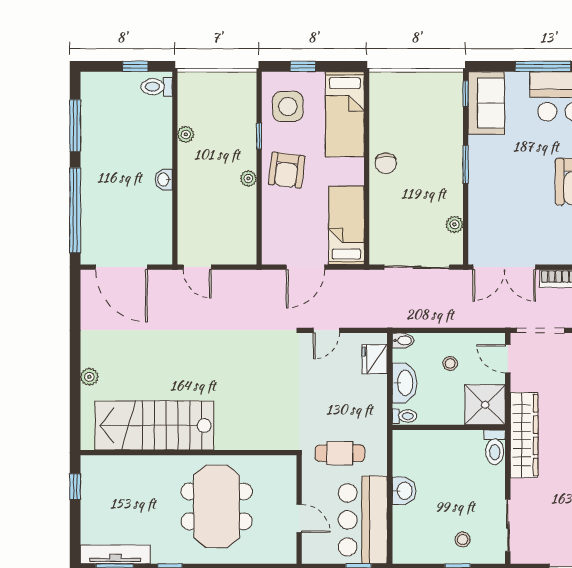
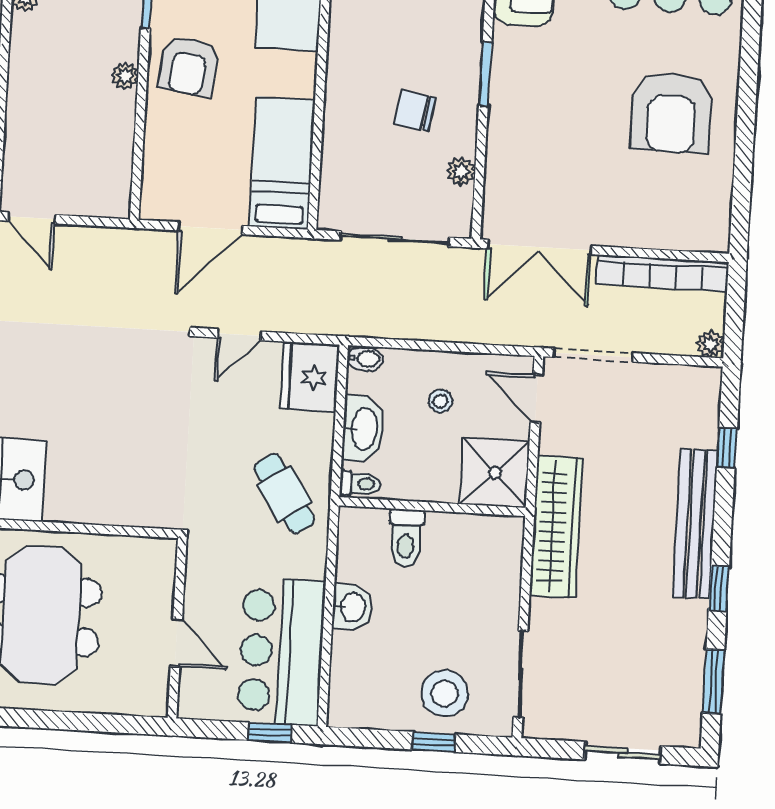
chair: (386, 163) -> (415, 111), moved, turned 99
fridge: (375, 359) -> (310, 377), width x1.36, depth x1.34
toilet: (495, 447) -> (406, 538), moved
cafe table: (340, 453) -> (285, 494), moved, turned 57
stool: (463, 540) -> (445, 693), width x1.89, depth x1.89

